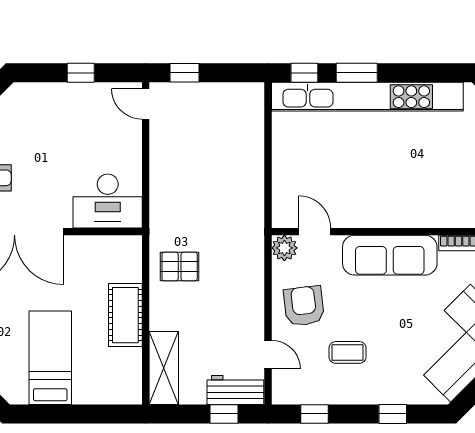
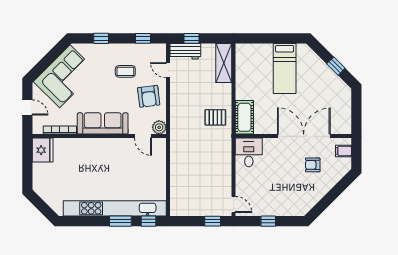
desk: (108, 201) -> (249, 152), width x0.73
cot: (125, 315) -> (244, 117), moved

